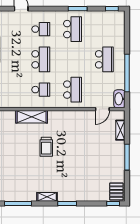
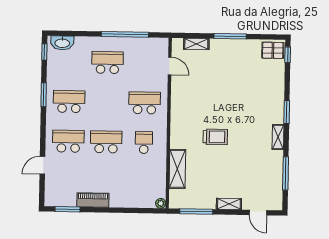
school desk: (41, 29) -> (68, 141), width x1.85
washbasin: (119, 99) -> (62, 43), moved
shelving: (32, 117) -> (177, 169), moved

